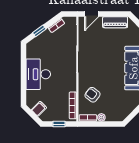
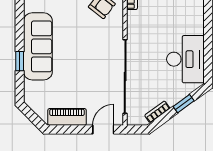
desk: (38, 74) -> (185, 59), moved

